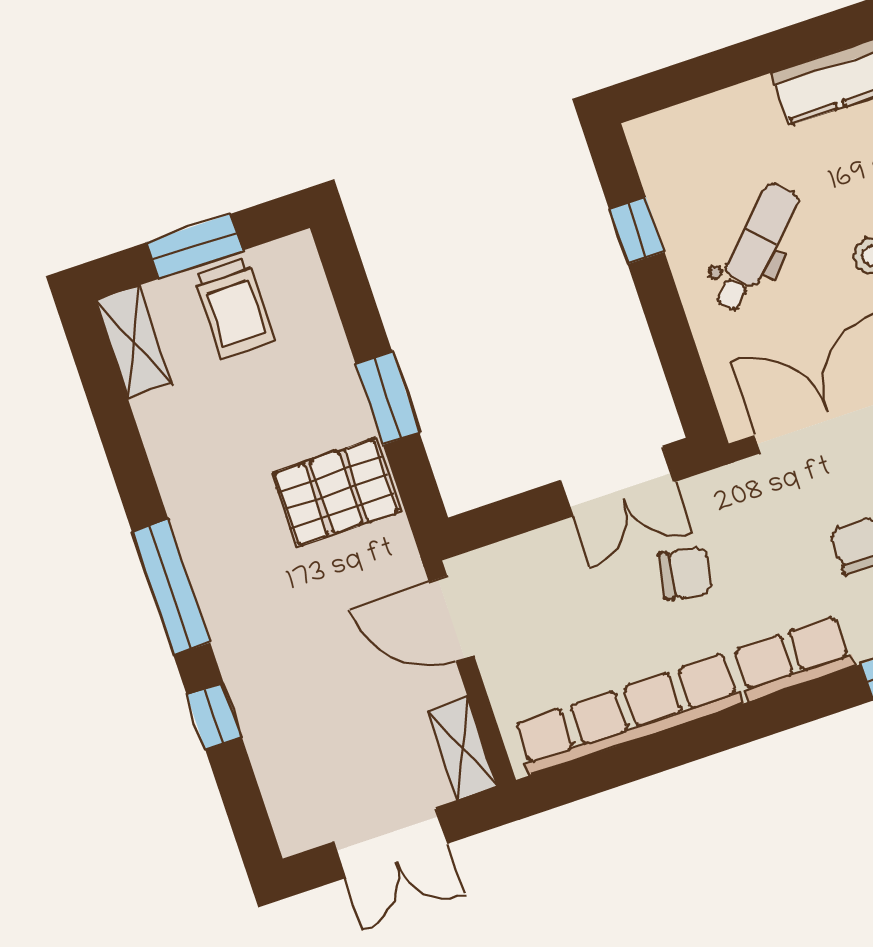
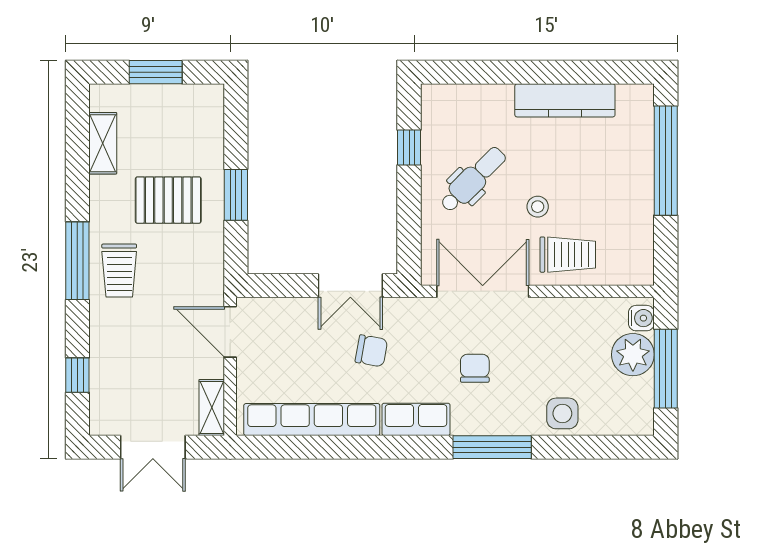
trolley: (234, 308) -> (119, 271), moved
shelving: (133, 342) -> (103, 143), moved
pallet: (336, 492) -> (168, 200), moved
window: (214, 716) -> (77, 375), moved

